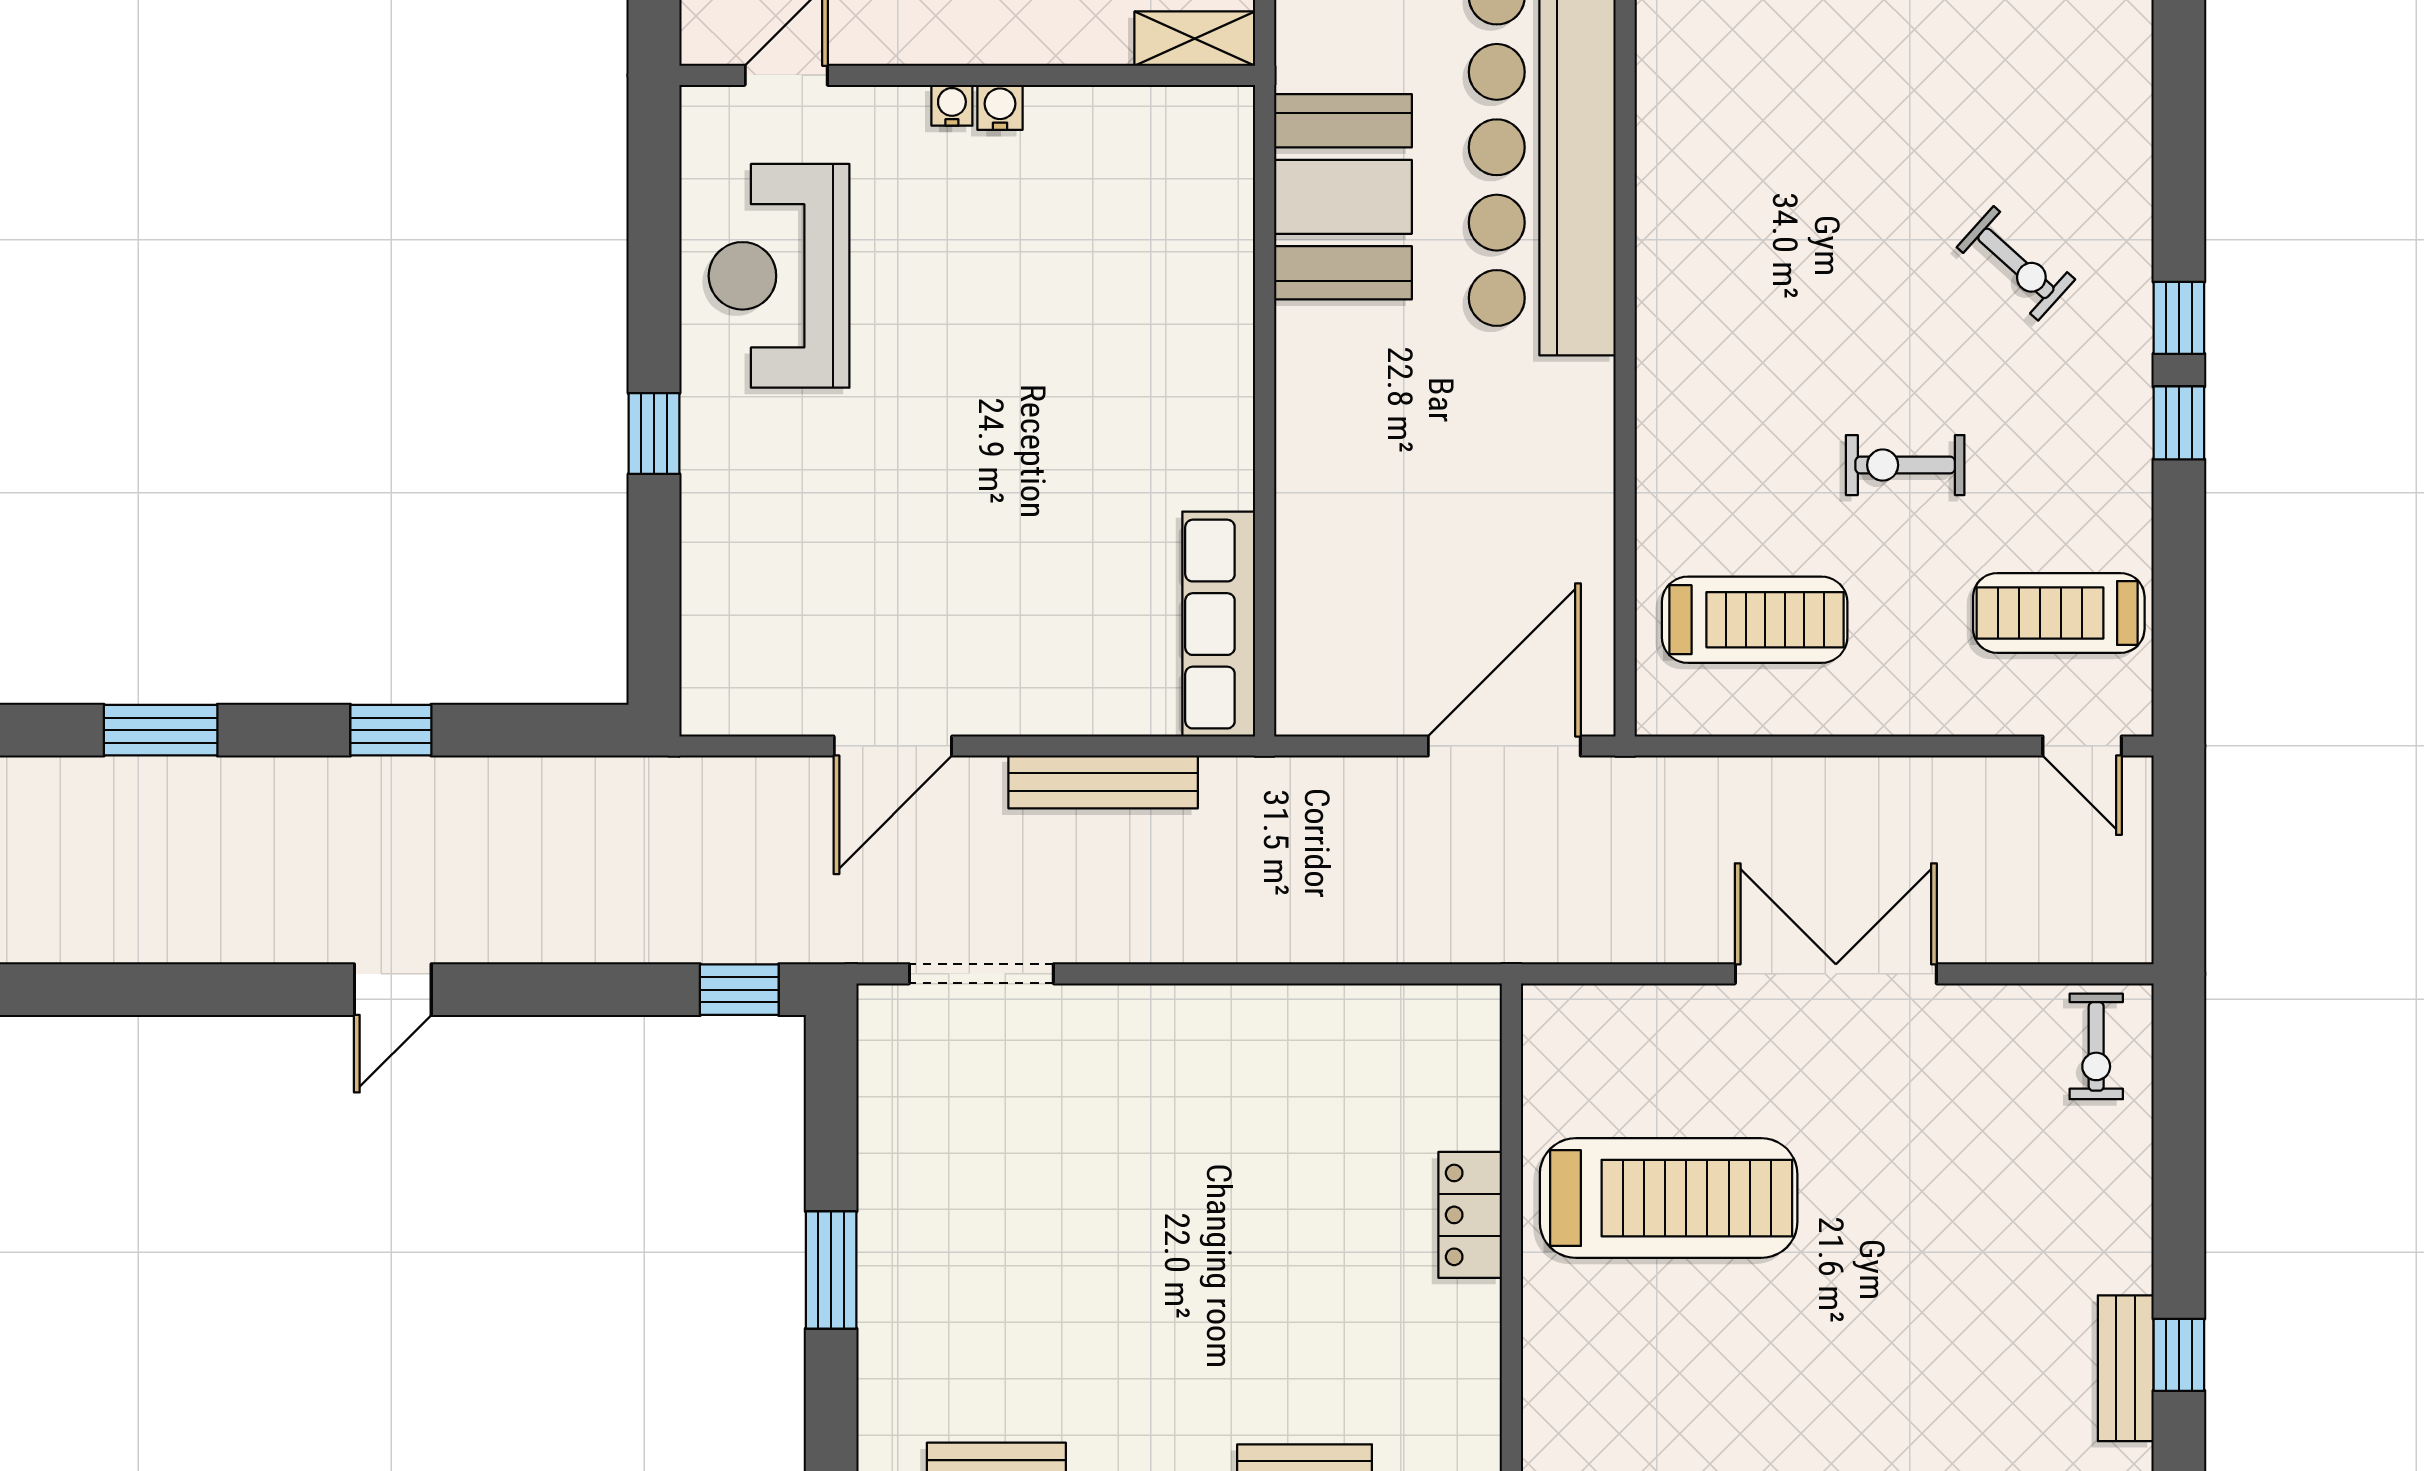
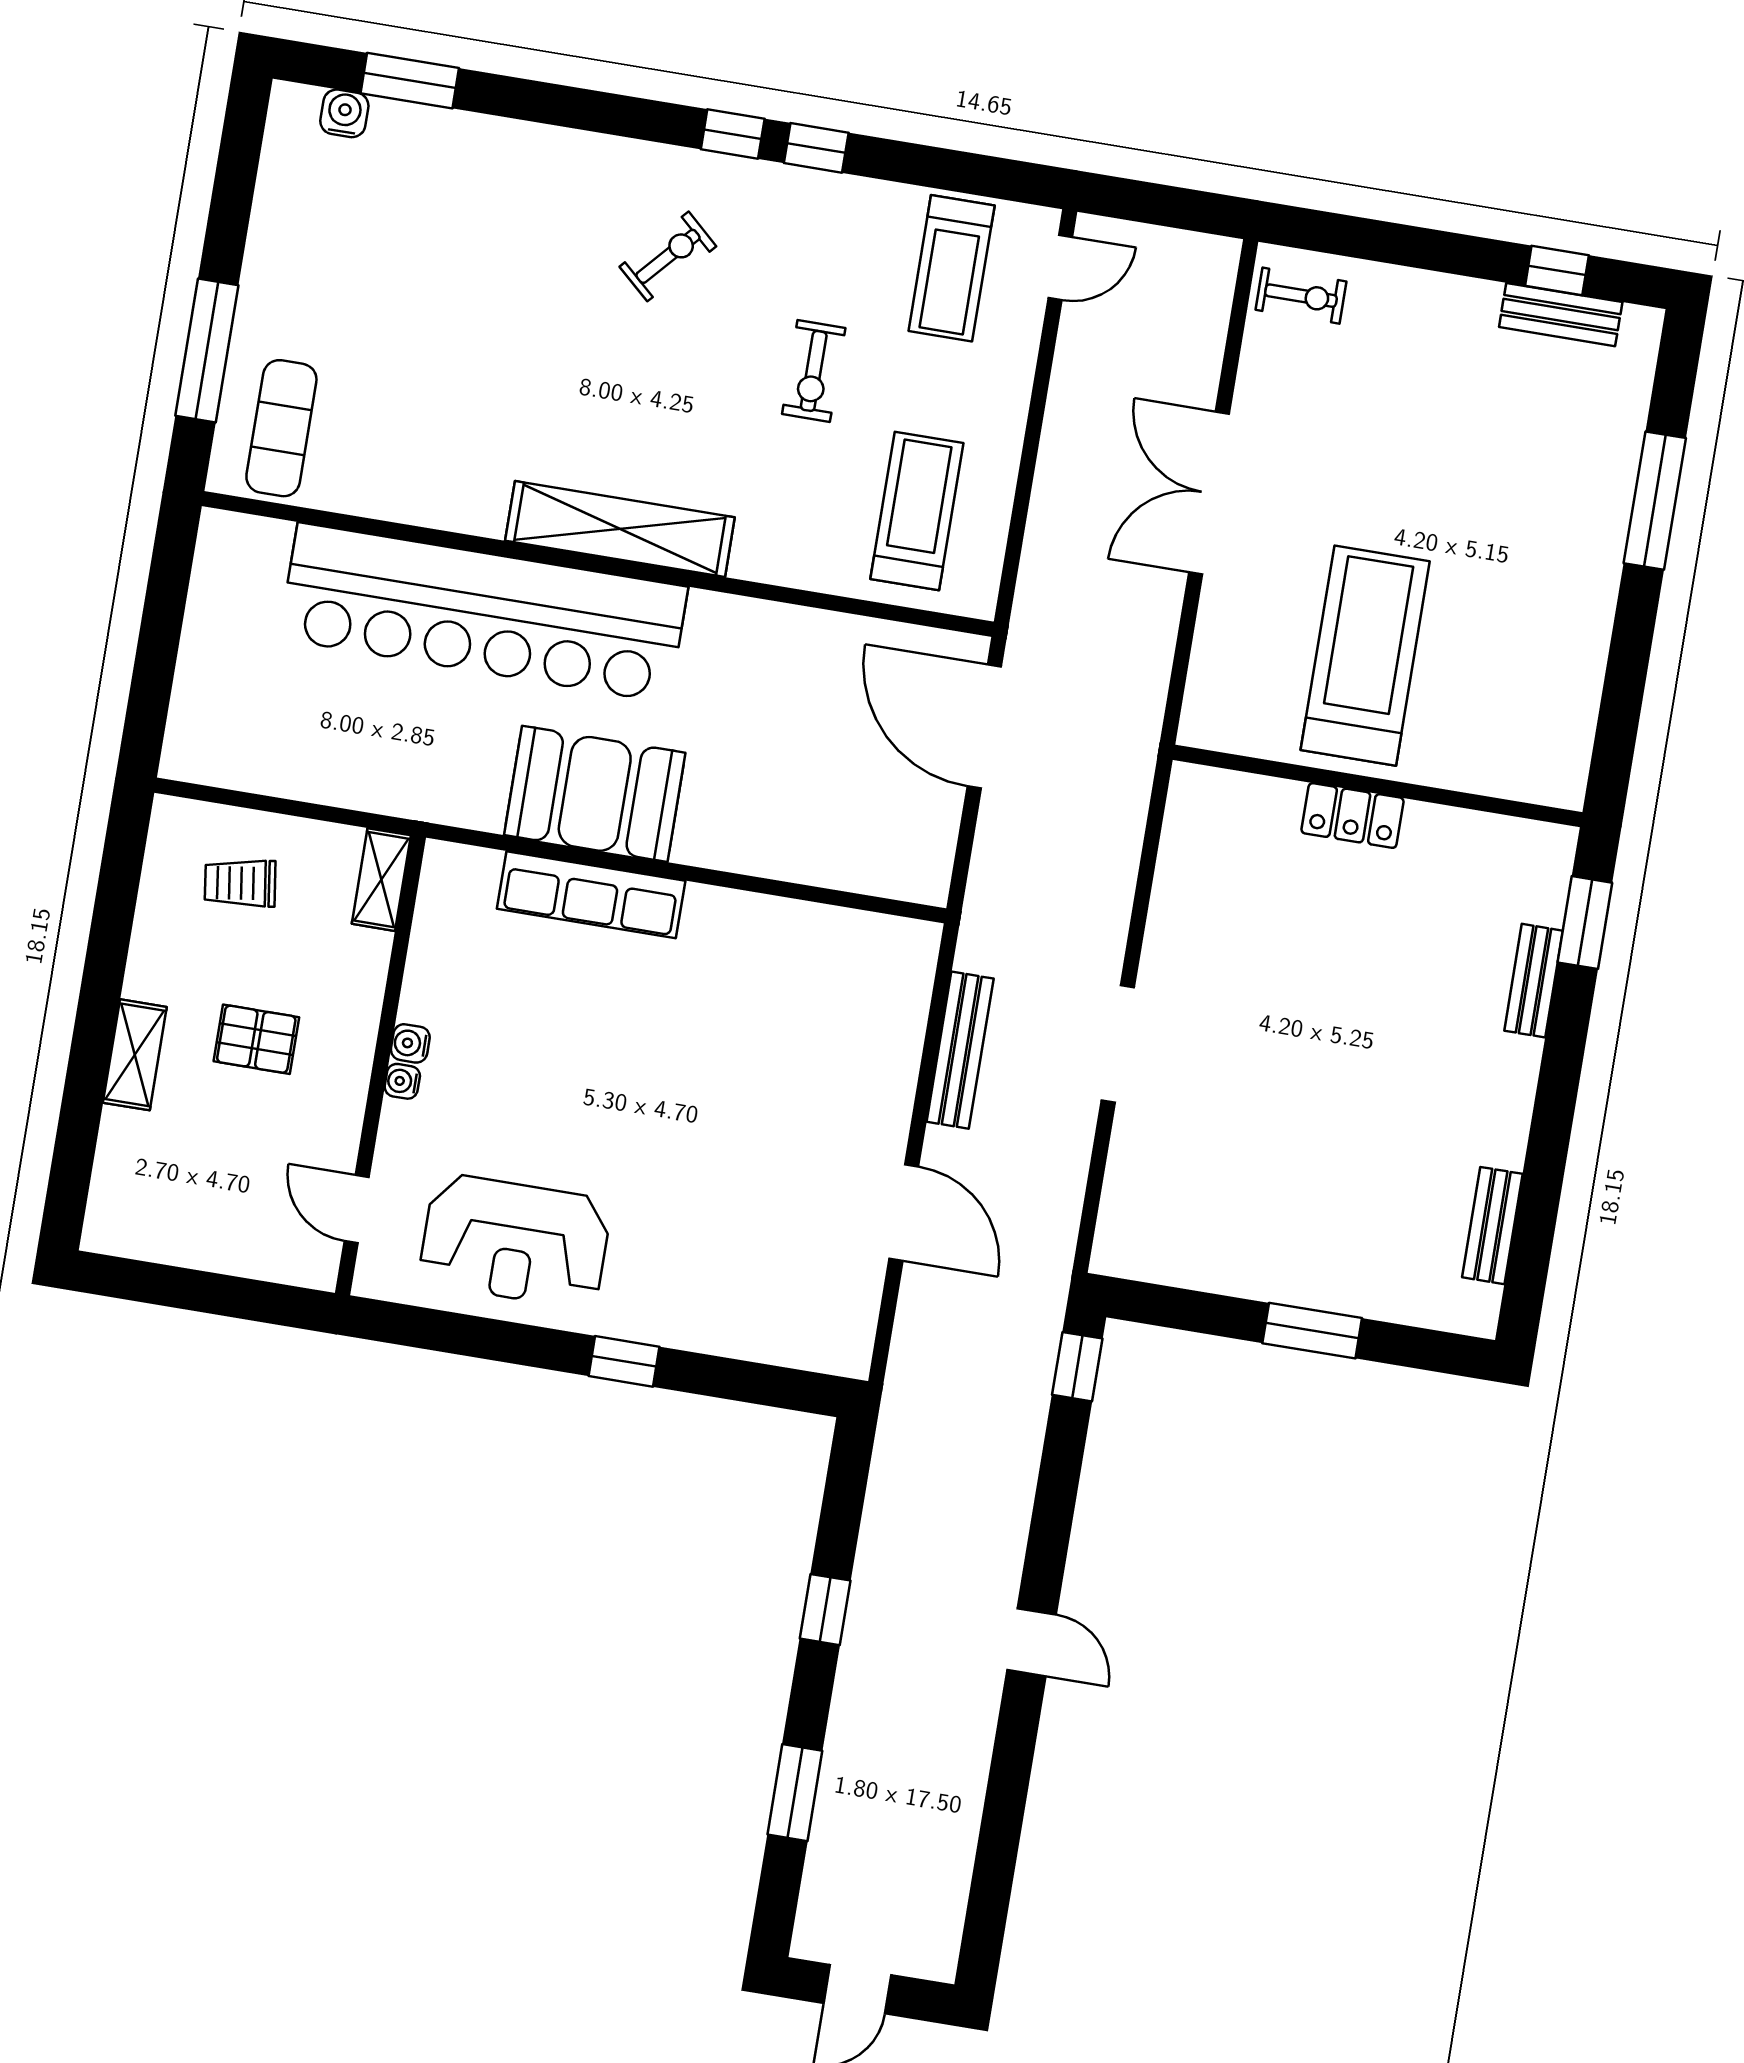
booth: (1343, 197) -> (595, 794), moved
shelving: (1672, 260) -> (620, 529), added
row of seats: (1219, 624) -> (591, 895), moved
doorway: (981, 974) -> (1118, 1044), moved

